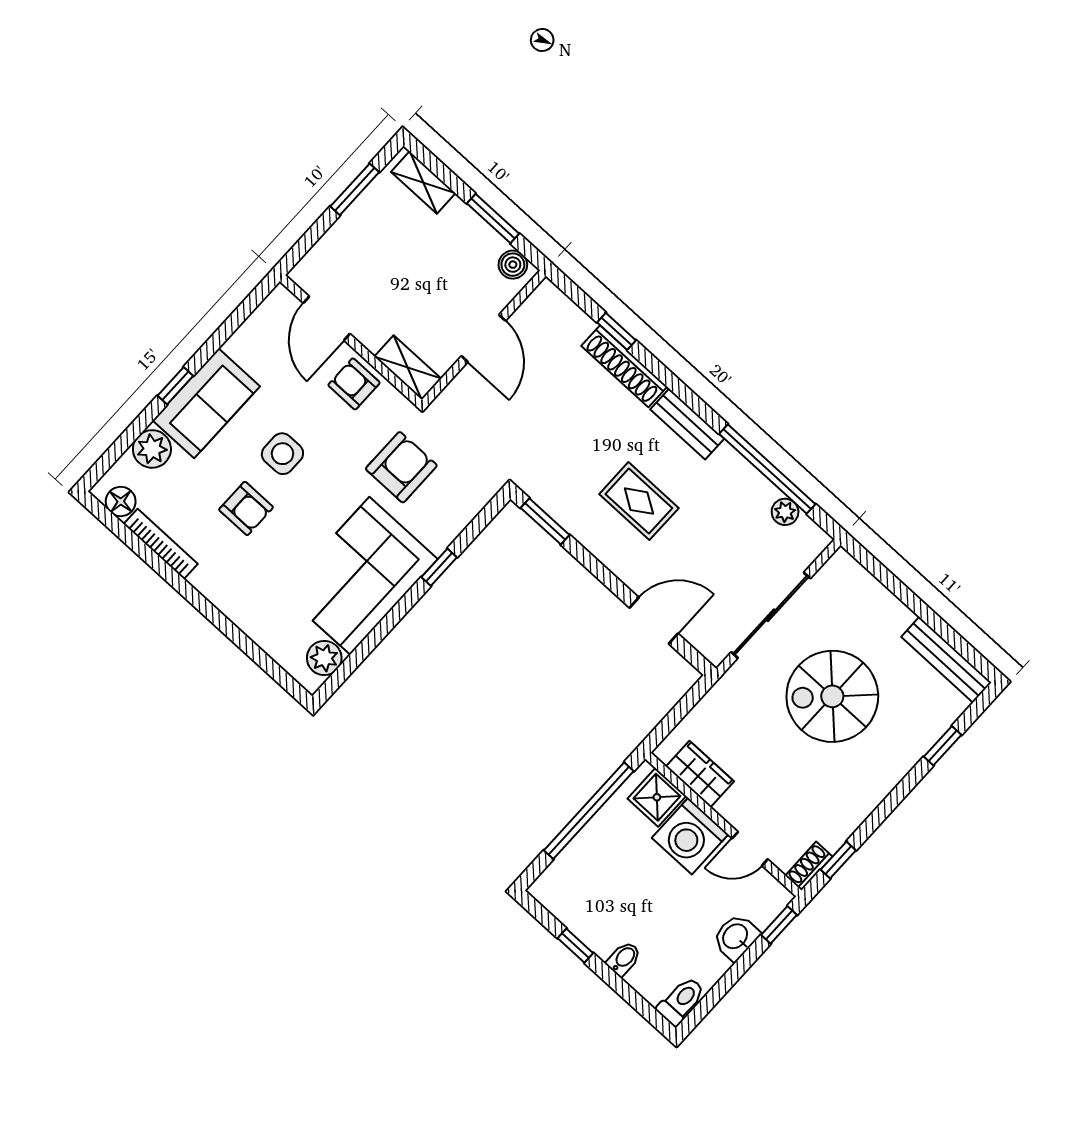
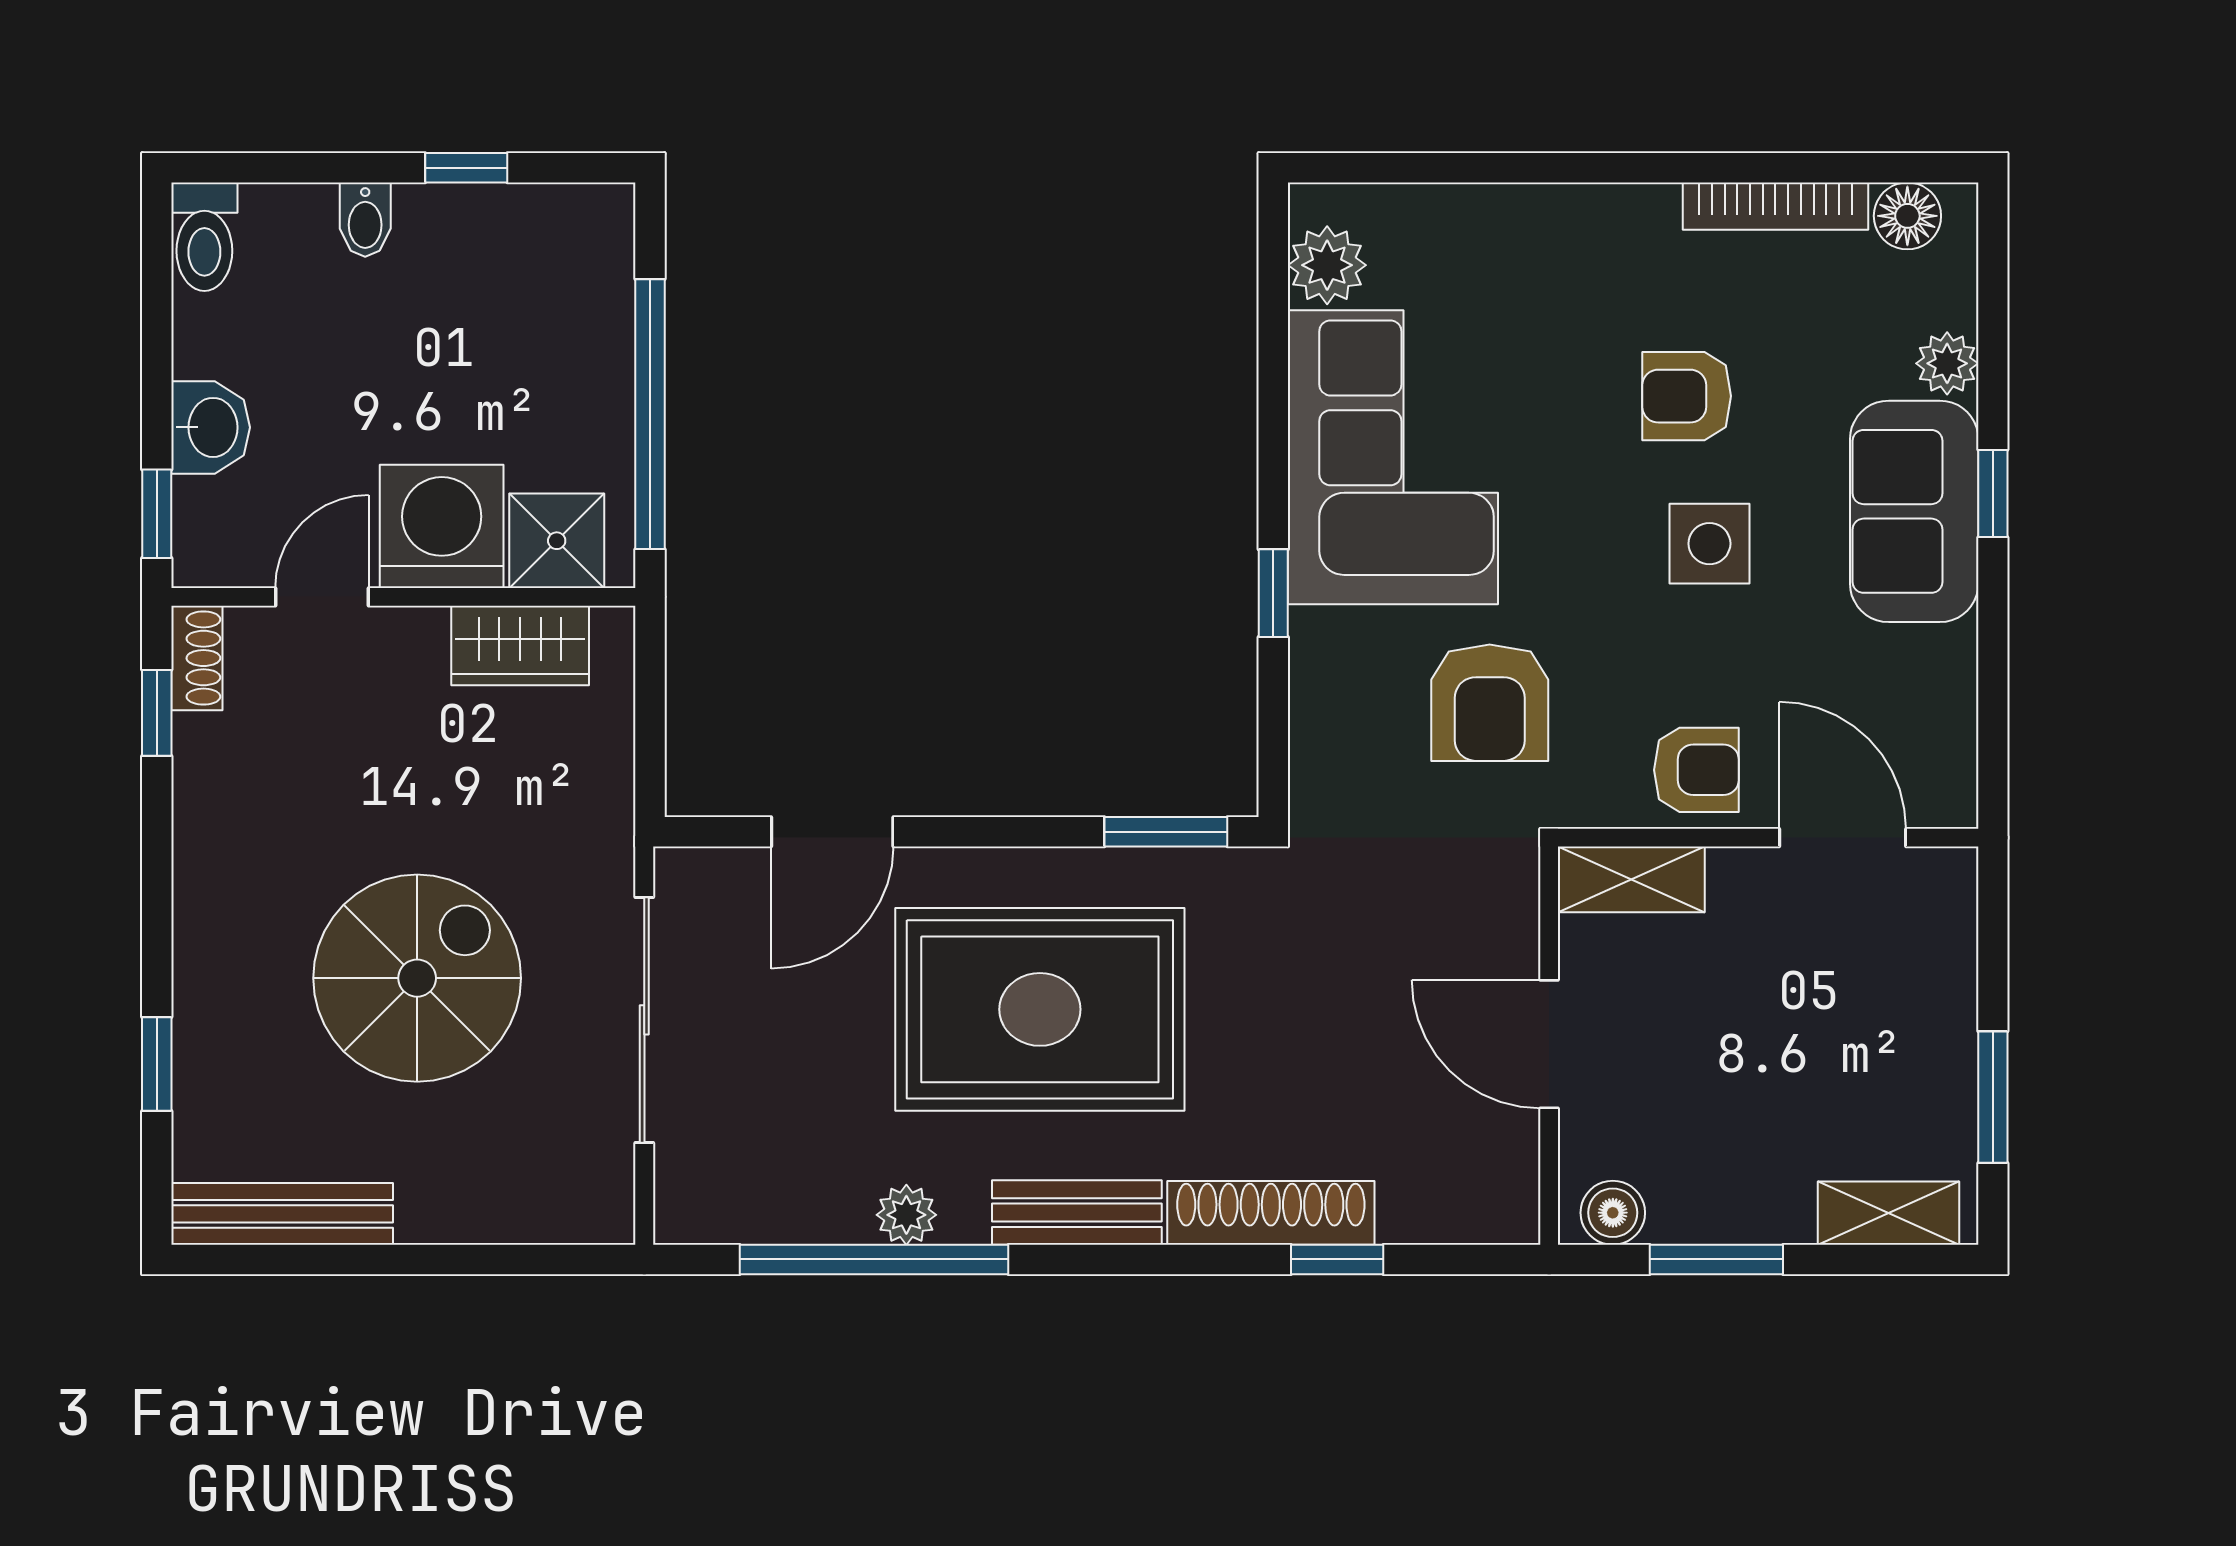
plant: (152, 449) -> (1947, 363), width x0.73, depth x0.73
rug: (639, 501) -> (1040, 1009), width x1.86, depth x2.06
plant: (785, 512) -> (906, 1215), moved

